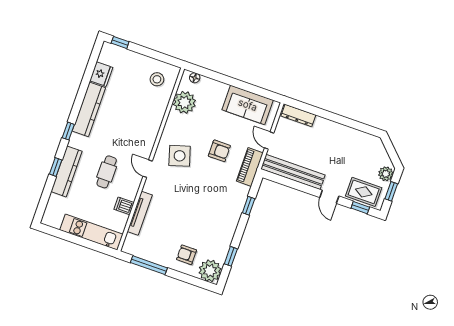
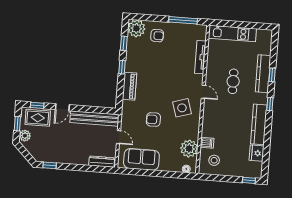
window: (365, 128) -> (50, 165), added
piano: (250, 167) -> (130, 86), moved
door: (329, 197) -> (62, 107), swing flipped
dishwasher: (124, 206) -> (207, 143), moved
window: (249, 206) -> (122, 67), moved

